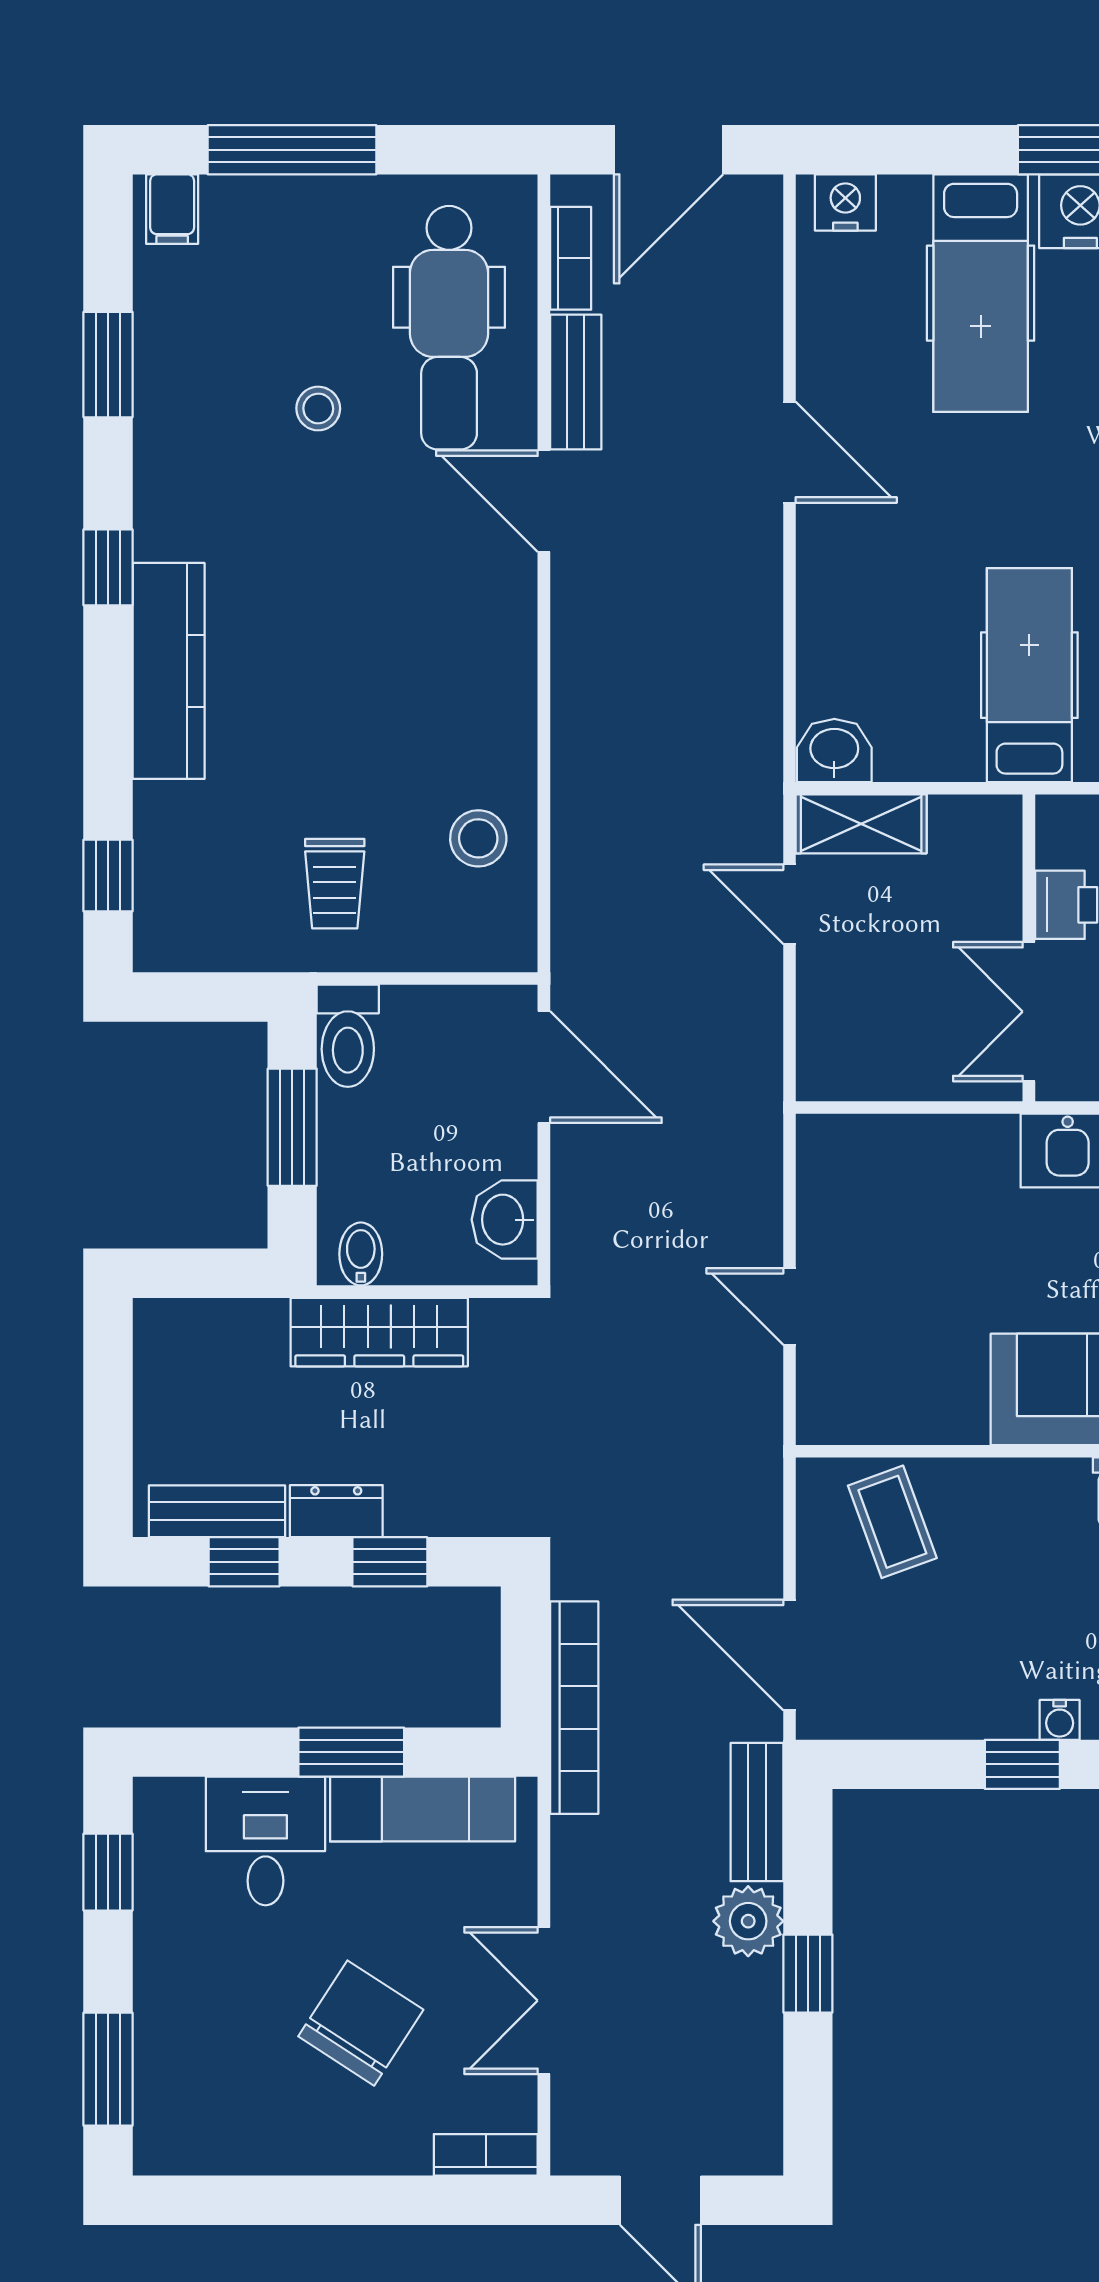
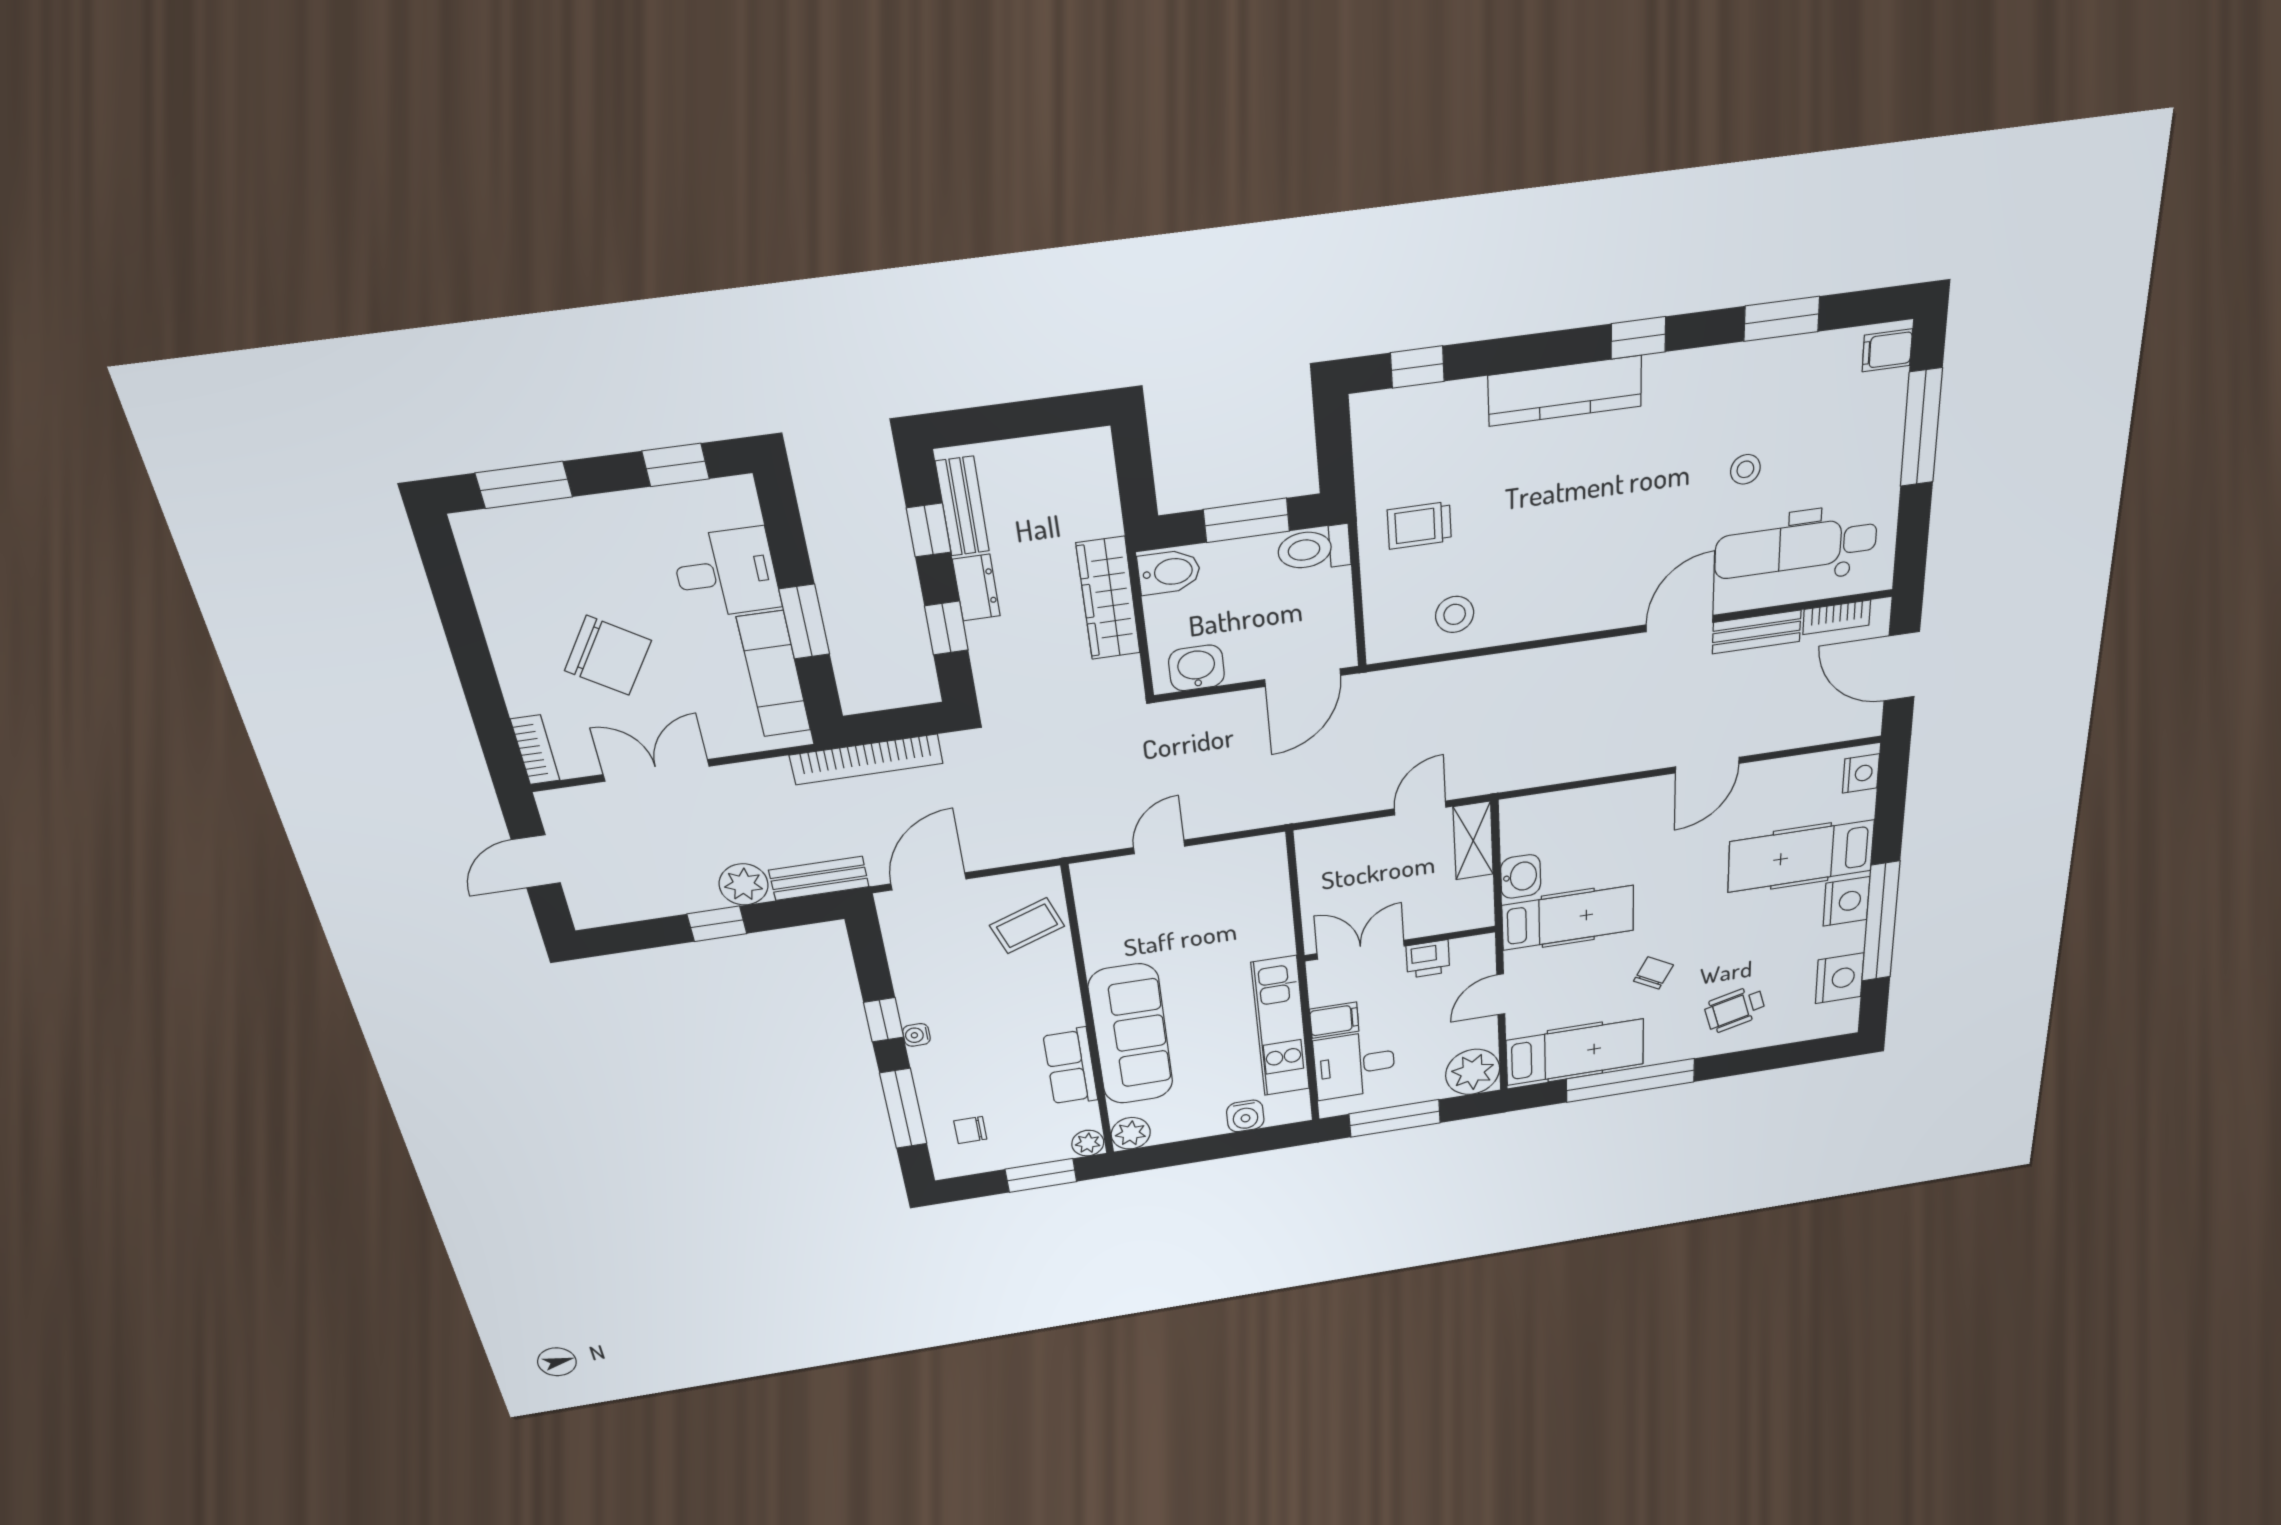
washbasin: (834, 750) -> (1521, 876), moved
bidet: (361, 1254) -> (1169, 572), width x1.38, depth x1.36

